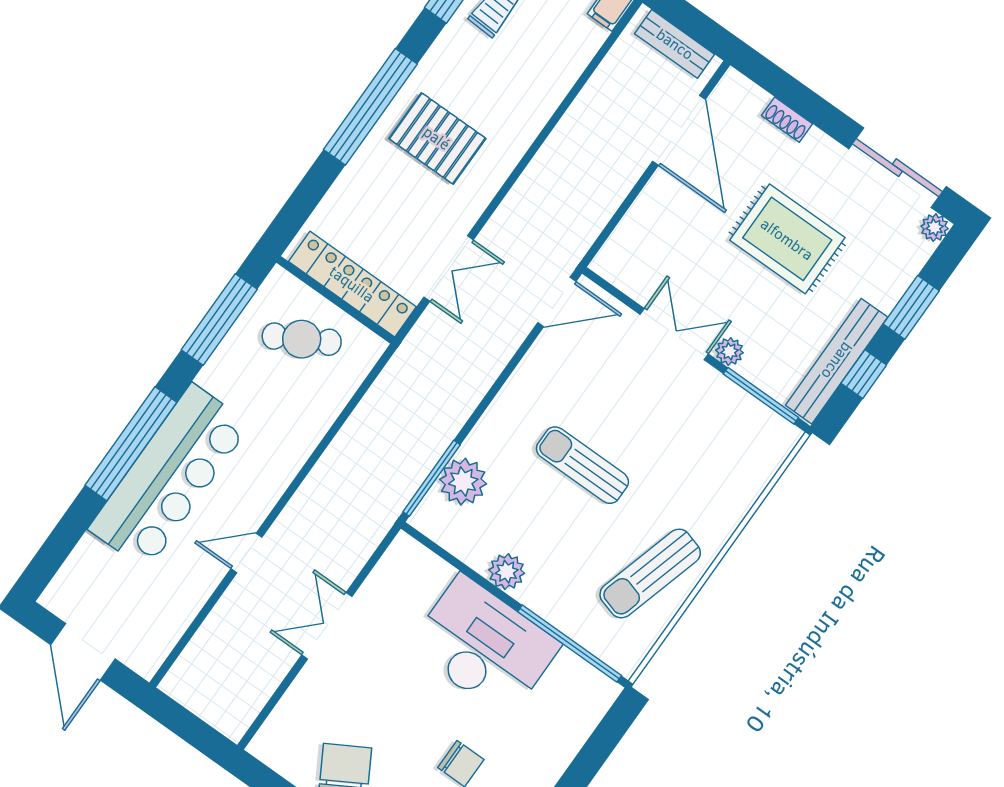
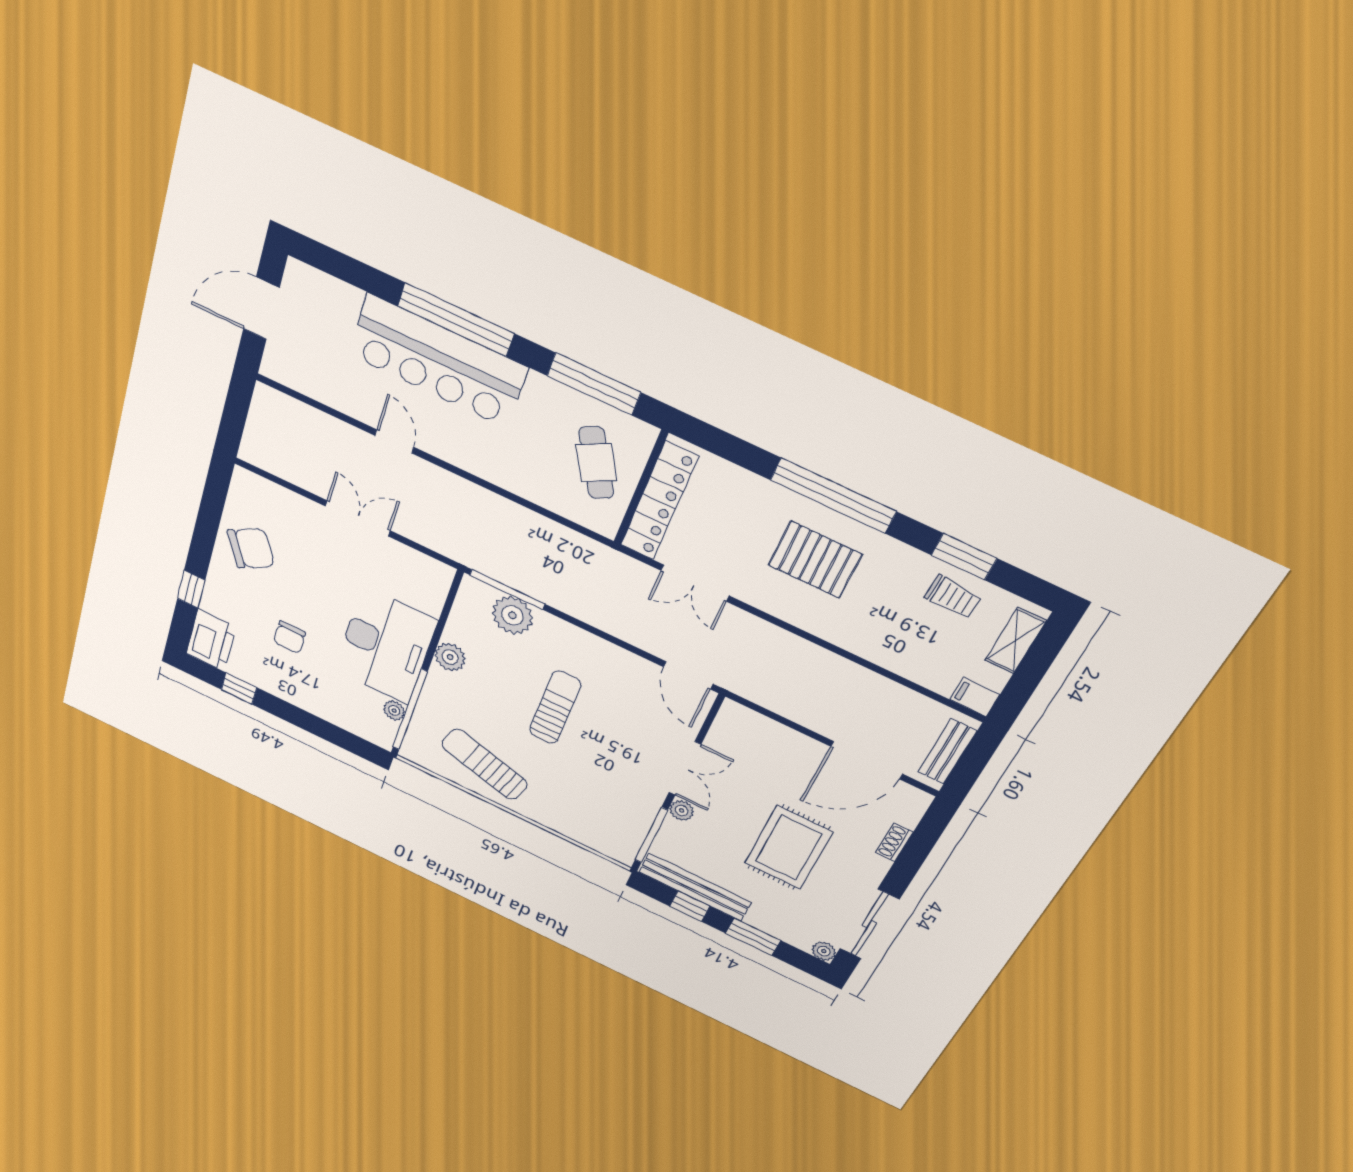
pallet: (437, 138) -> (815, 560), turned 90
plant: (569, 664) -> (394, 710), added

